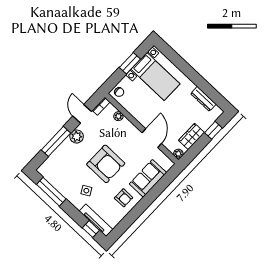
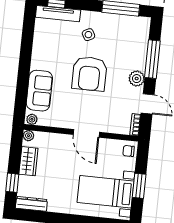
dresser: (203, 99) -> (31, 204), moved
plant: (118, 116) -> (32, 119), moved
door: (152, 138) -> (86, 133), moved
armchair: (106, 164) -> (89, 74), turned -90
armchair: (124, 198) -> (48, 55), removed

